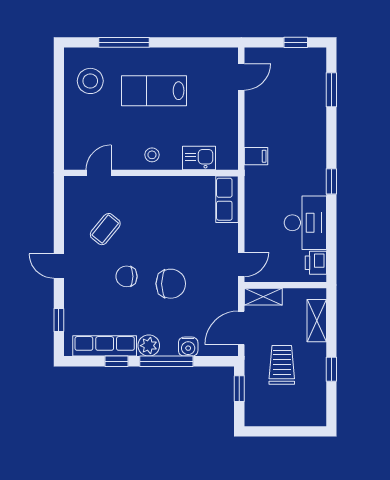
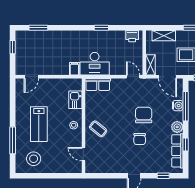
door: (241, 77) -> (31, 77), swing flipped
window: (331, 181) -> (101, 28), moved
desk: (305, 223) -> (95, 64), moved, turned 180
coffee table: (105, 229) -> (98, 129), moved
window: (166, 361) -> (186, 106), moved

